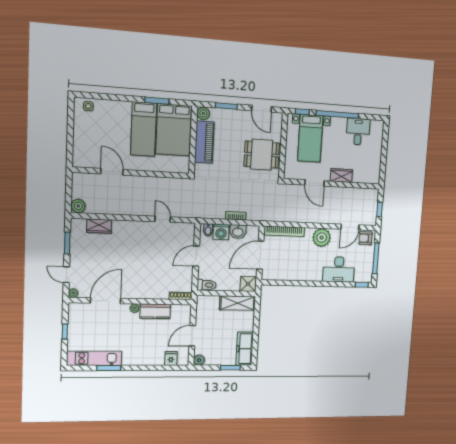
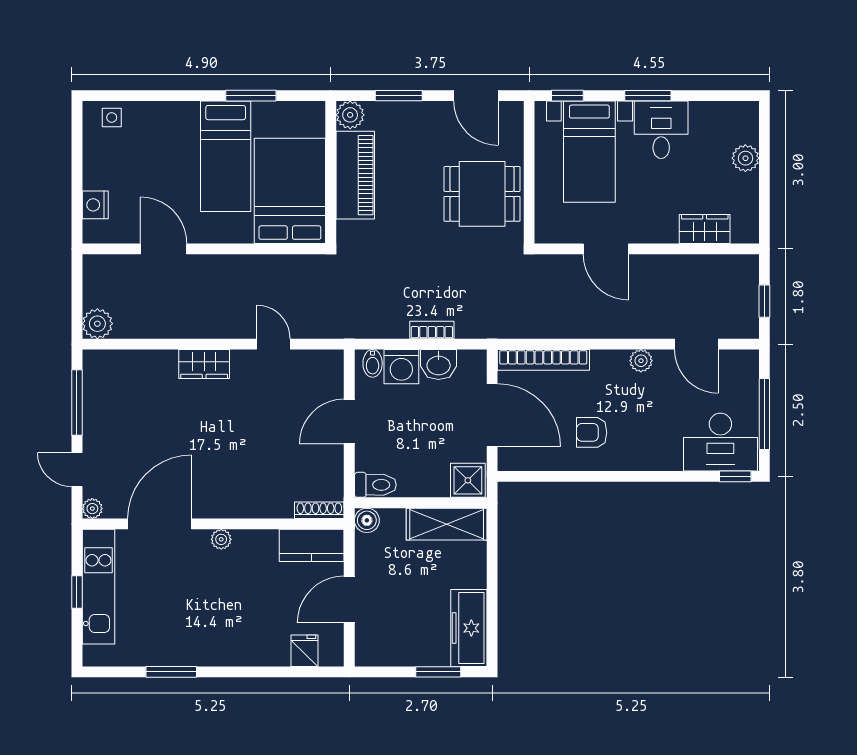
window: (337, 115) -> (648, 96), width x0.47
bed: (174, 130) -> (290, 191), moved, turned 180
desk: (358, 132) -> (661, 130), moved
plant: (377, 146) -> (745, 158), added
nightstand: (79, 148) -> (95, 205), added
wardrobe: (341, 175) -> (705, 229), moved
wardrobe: (99, 226) -> (204, 364), moved
door: (350, 227) -> (696, 344), hinge flipped
plant: (322, 238) -> (641, 361), width x0.53, depth x0.53
armchair: (365, 238) -> (592, 432), moved
window: (67, 243) -> (77, 403), width x1.44
door: (260, 255) -> (492, 415), swing flipped
desk: (339, 269) -> (720, 442), moved
kitchen counter: (155, 311) -> (312, 545), moved
kitchen unit: (94, 358) -> (98, 587), moved, turned 90
boiler: (199, 360) -> (367, 520), moved

